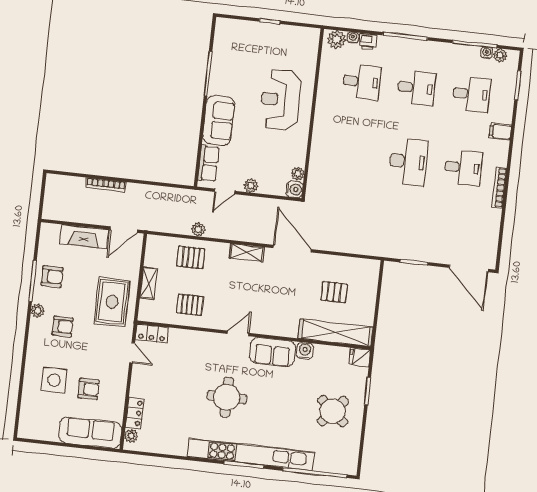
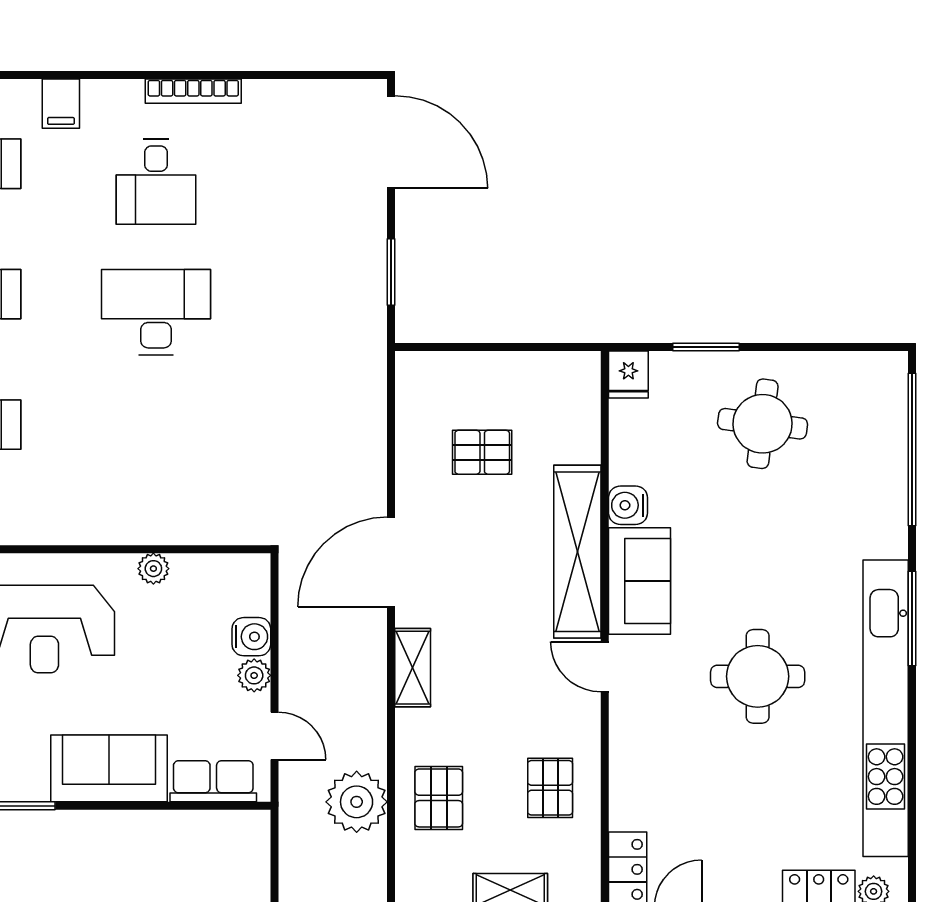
desk: (463, 168) -> (156, 182), turned 180
plant: (298, 174) -> (153, 569), moved
water cooler: (294, 189) -> (251, 637), moved, turned 90
plant: (198, 229) -> (357, 802), width x1.88, depth x1.88
door: (469, 268) -> (391, 142), hinge flipped
pallet: (334, 292) -> (482, 452), turned 90
shelving: (336, 333) -> (577, 552), moved
round table: (333, 411) -> (763, 424), turned -34
kitchen unit: (251, 454) -> (886, 708), moved

